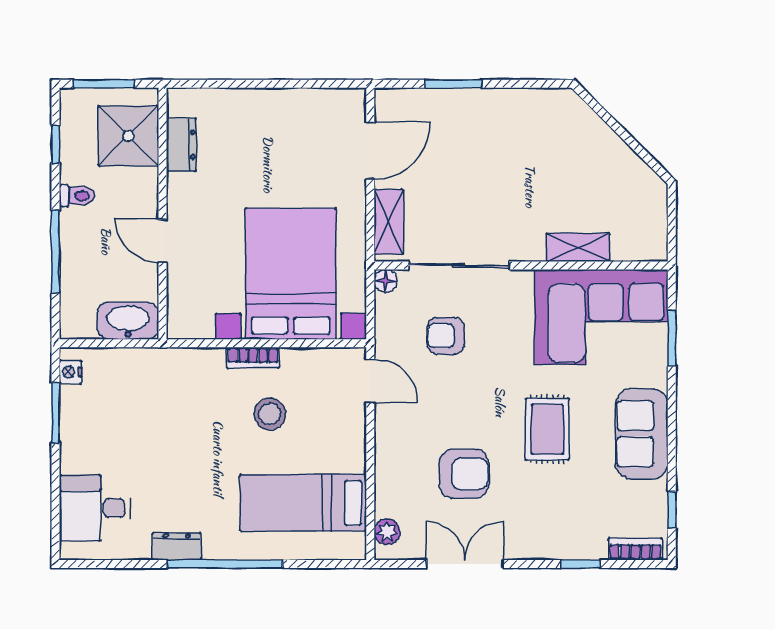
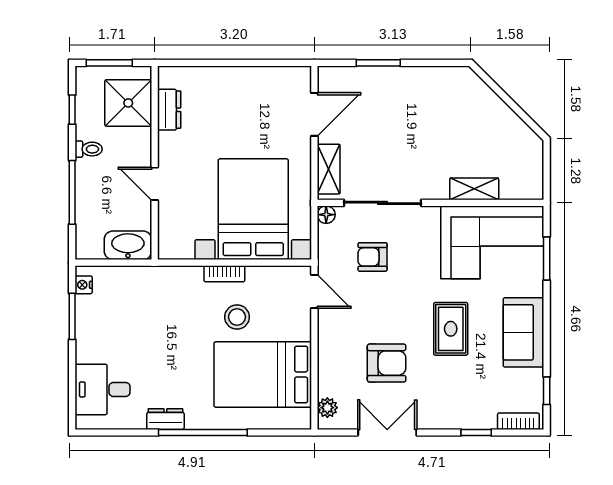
bed: (303, 503) -> (263, 374), width x1.50

